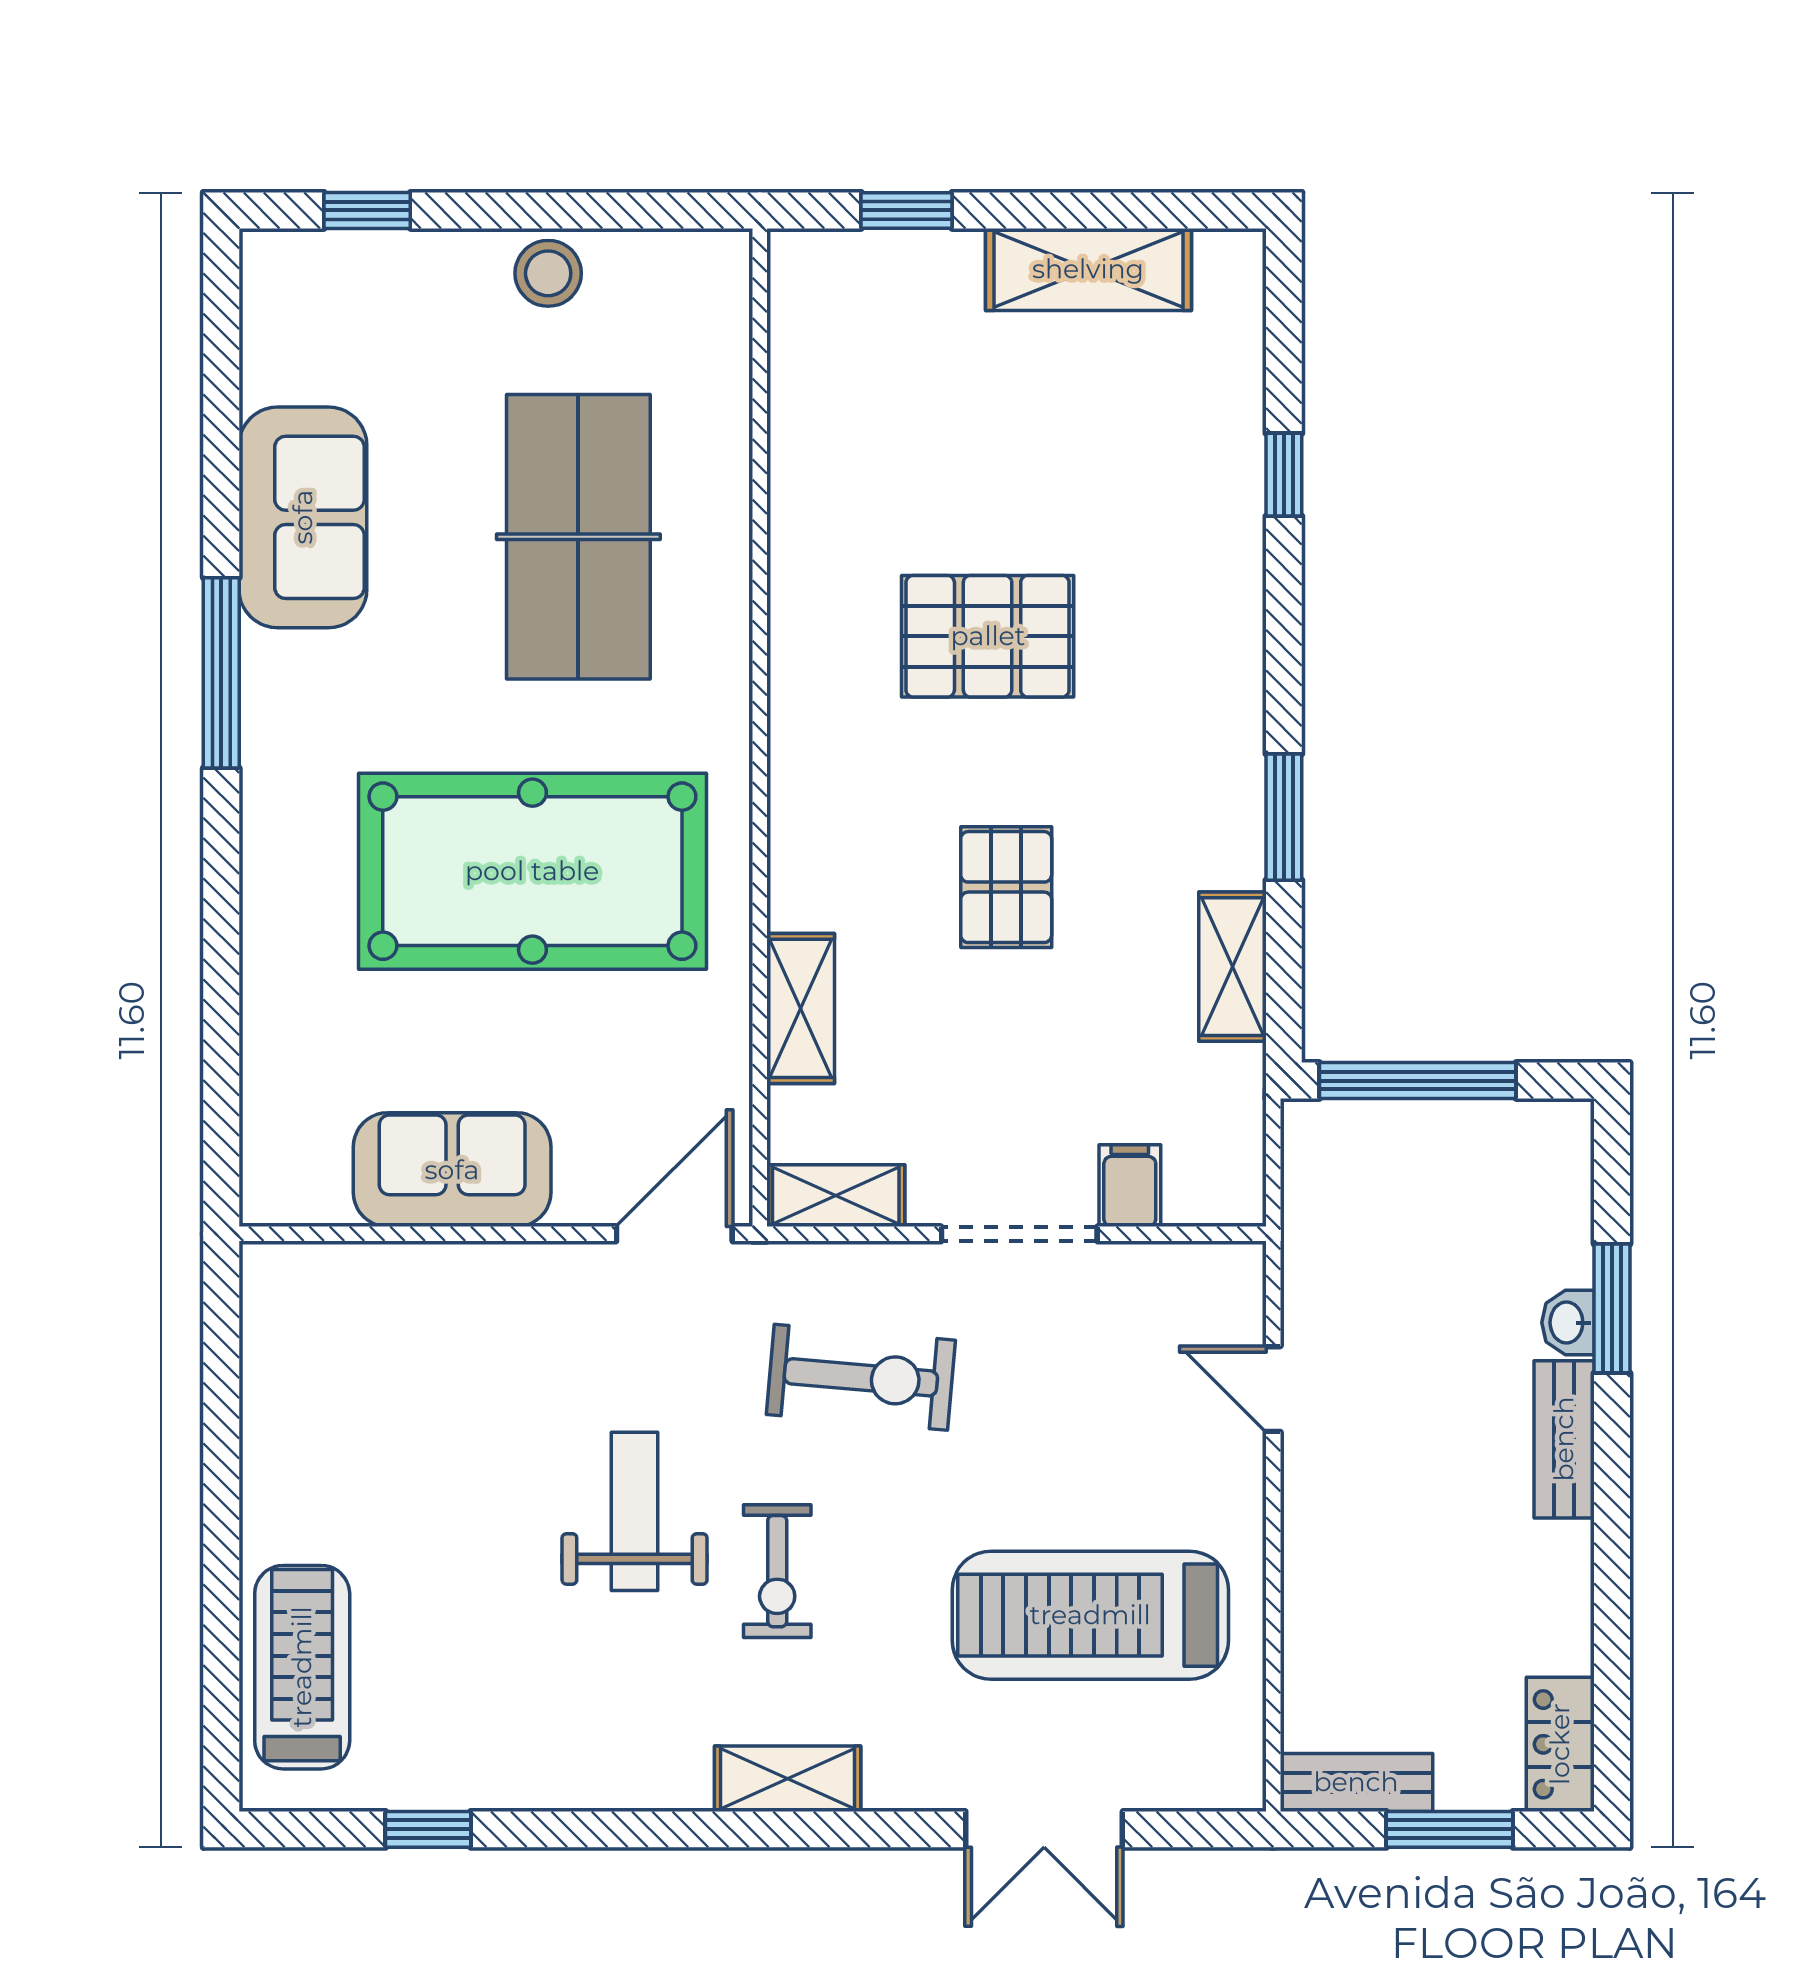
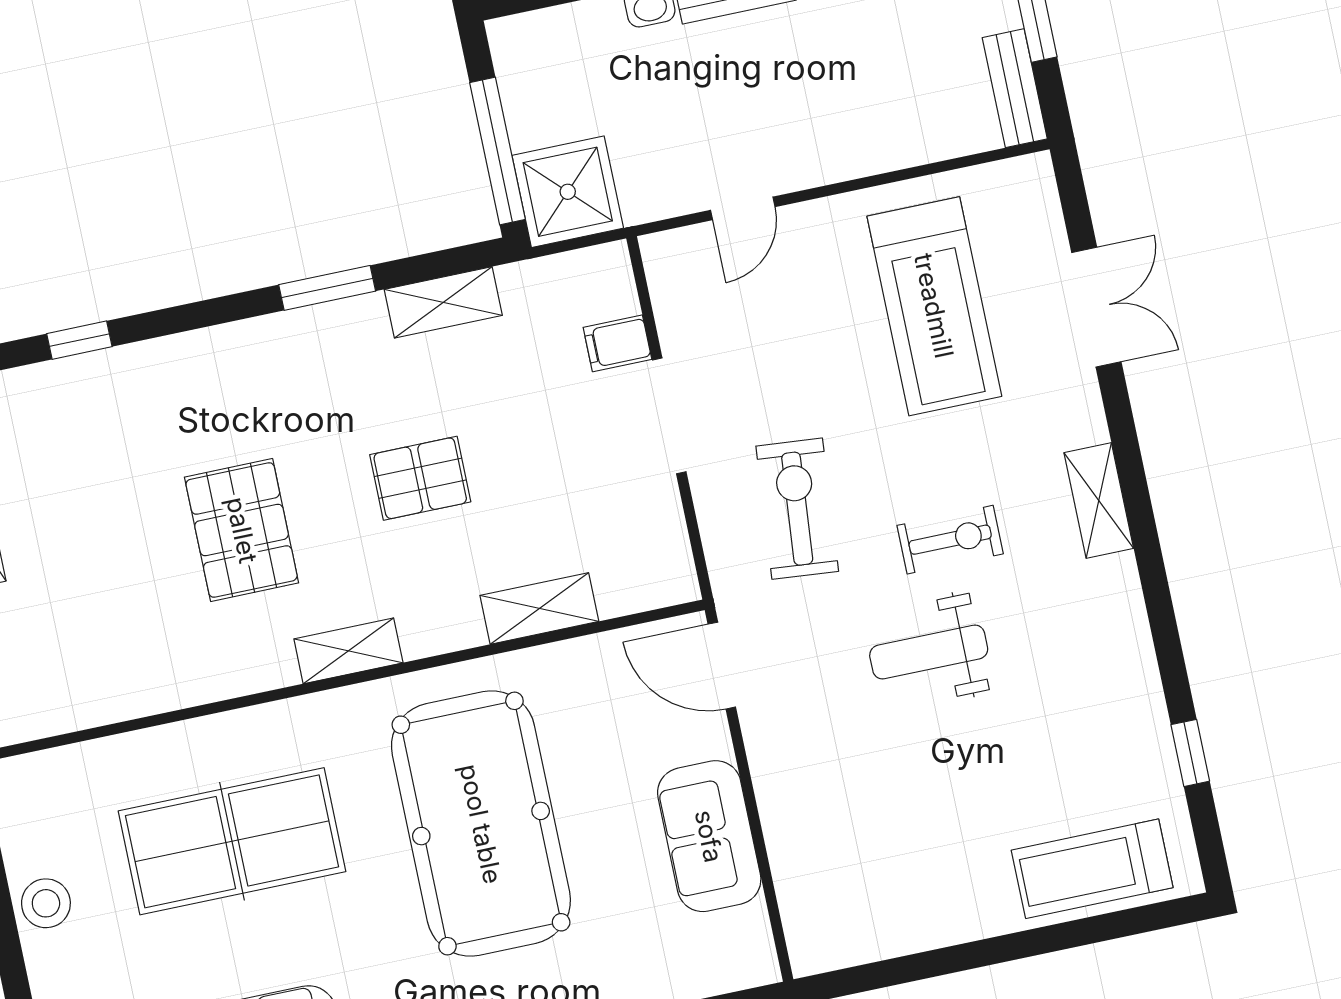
shower: (1344, 1162) -> (568, 192), added
shelving: (836, 1196) -> (348, 651), moved, turned 90

